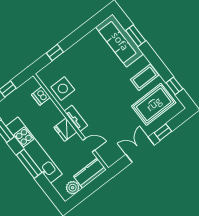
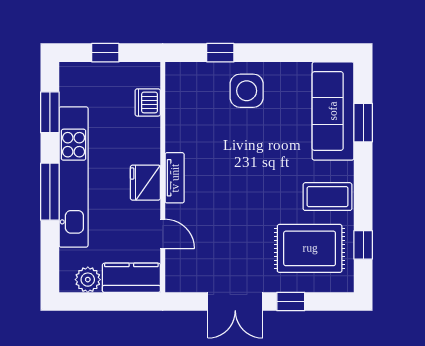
side table: (63, 88) -> (247, 91), moved
double door: (140, 150) -> (235, 301), swing flipped

